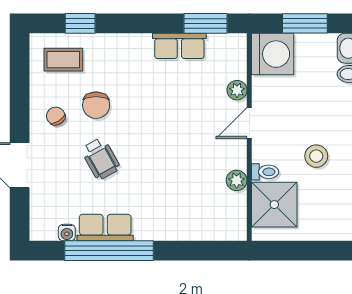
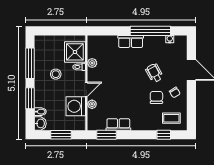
washing machine: (273, 54) -> (76, 106), moved
row of seats: (105, 228) -> (131, 41), moved

